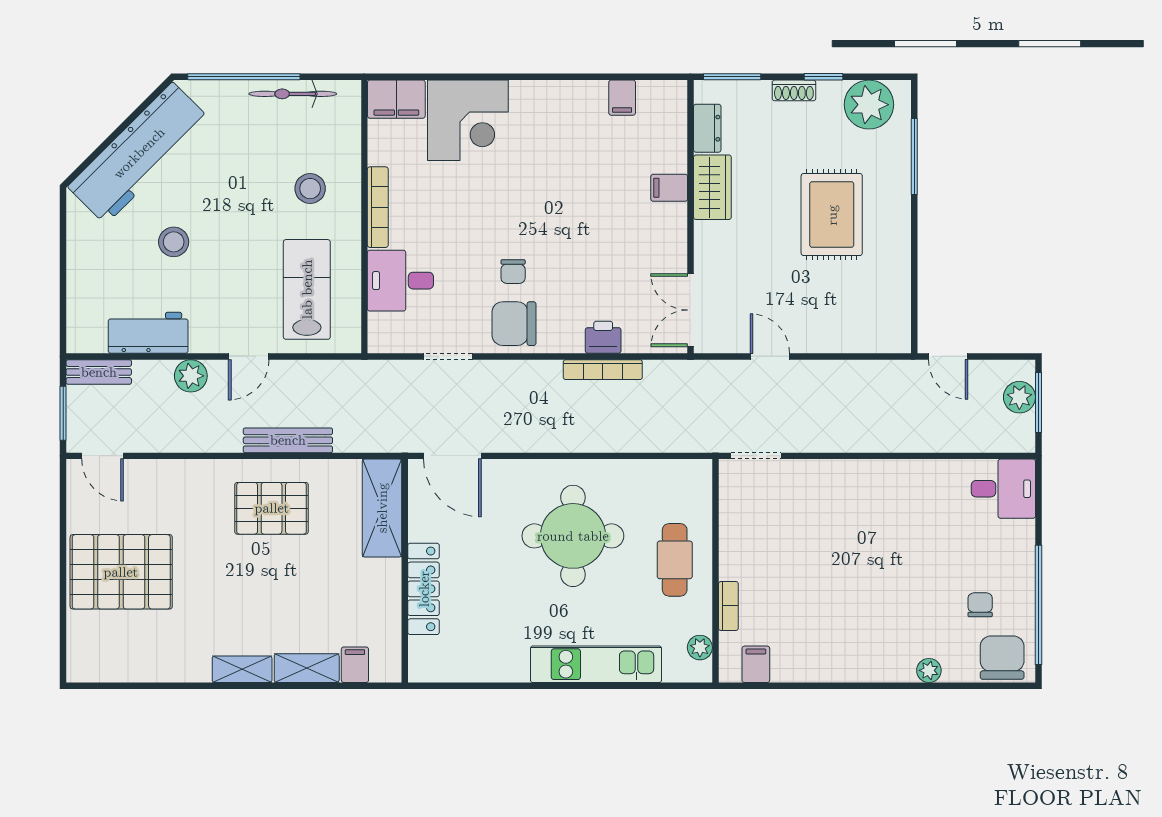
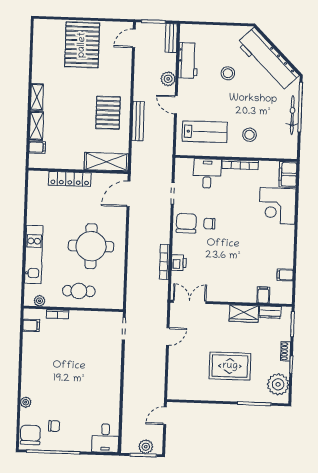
bicycle: (293, 94) -> (292, 115), moved
filing cabinet: (669, 188) -> (263, 295), moved
chair: (1002, 658) -> (30, 435), turned -90

